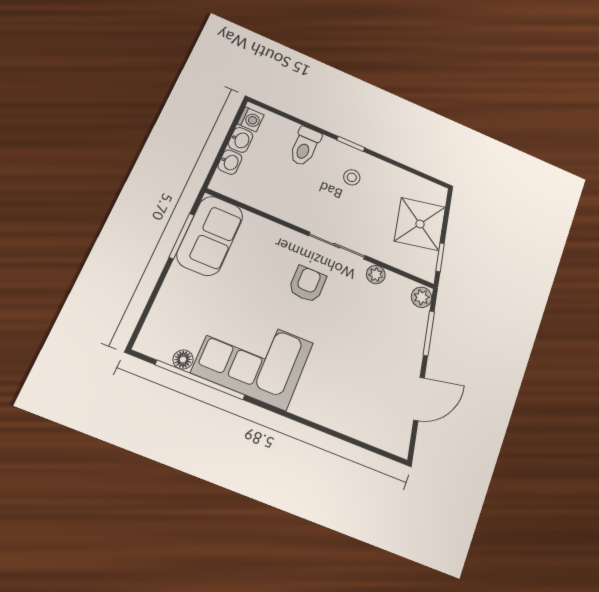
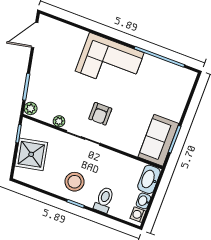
washbasin: (230, 162) -> (149, 179), width x1.91, depth x1.45
stool: (352, 177) -> (75, 182), width x1.89, depth x1.89
corner sofa: (253, 358) -> (110, 62), moved
floor lamp: (183, 360) -> (169, 68), removed
door: (419, 399) -> (35, 35), moved

